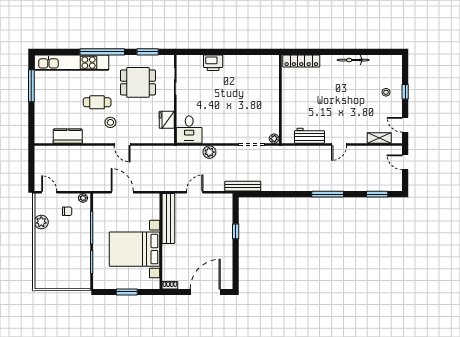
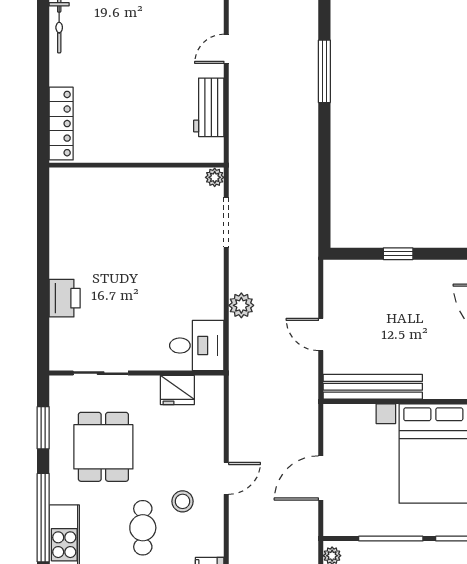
door: (339, 145) -> (226, 49), swing flipped
bench: (243, 186) -> (309, 239), removed

